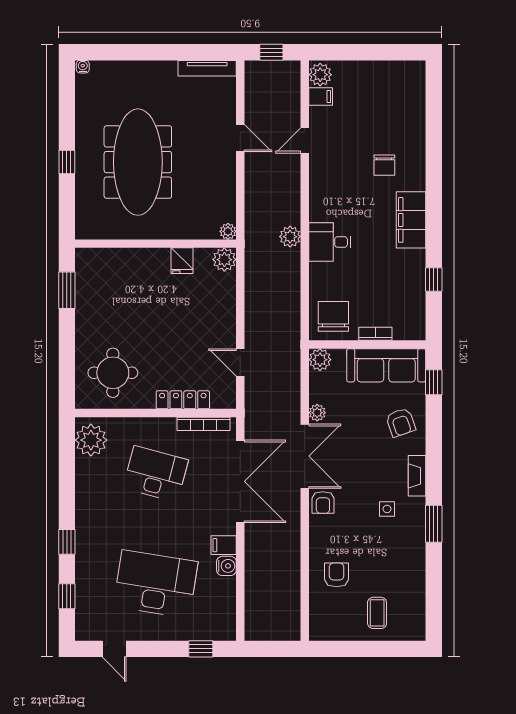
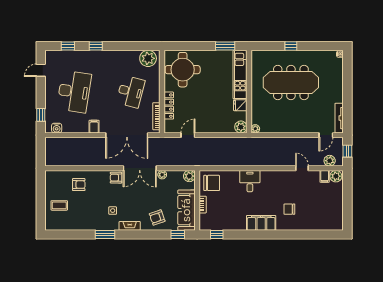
door: (240, 138) -> (326, 135), moved
plant: (290, 237) -> (330, 161), moved
kitchen unit: (122, 261) -> (240, 74), added
window: (434, 280) -> (217, 235), moved
round table: (113, 373) -> (183, 70), width x1.36, depth x1.36
water cooler: (226, 566) -> (57, 128), moved

